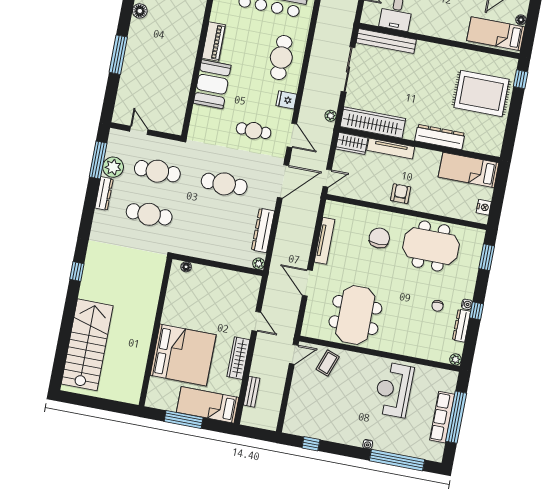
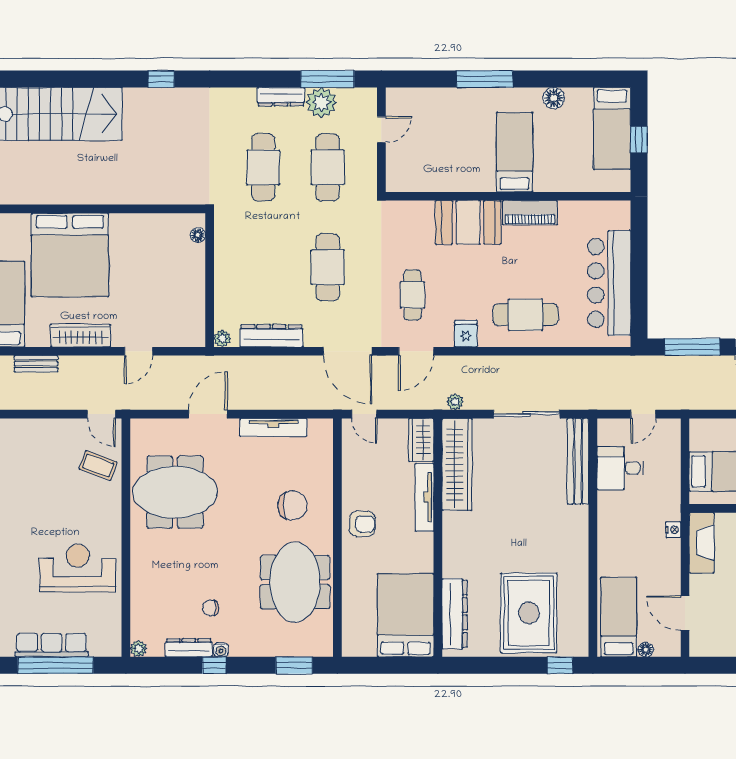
bed: (171, 44) -> (515, 152), added
dresser: (440, 137) -> (455, 614), moved
bed: (469, 170) -> (406, 615), width x1.50
nightstand: (484, 207) -> (366, 648), removed

